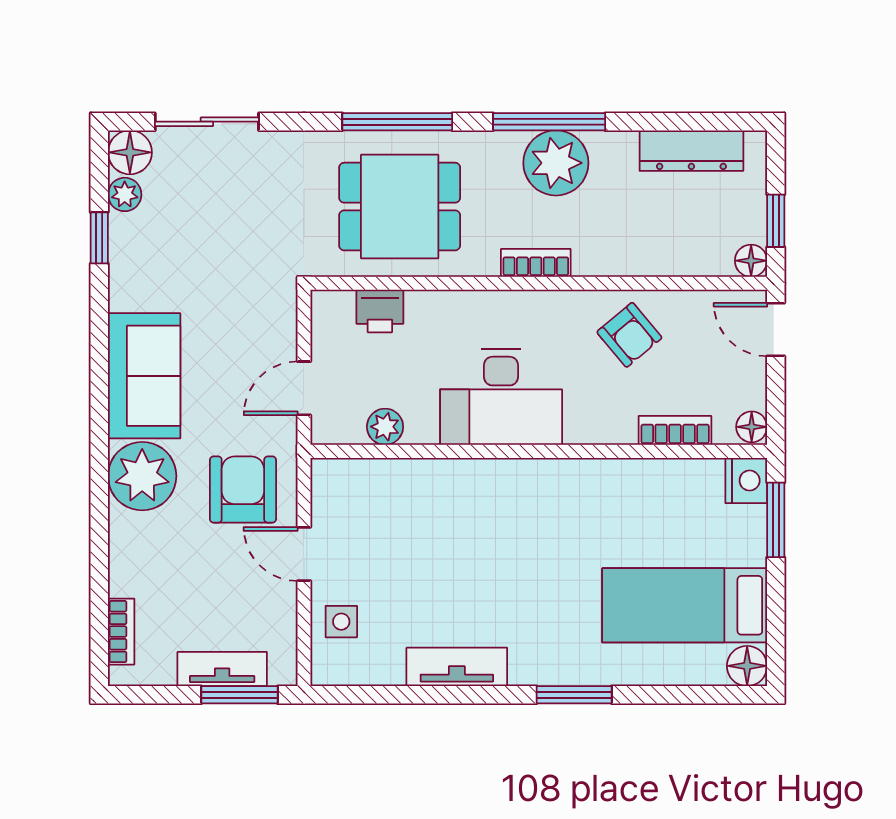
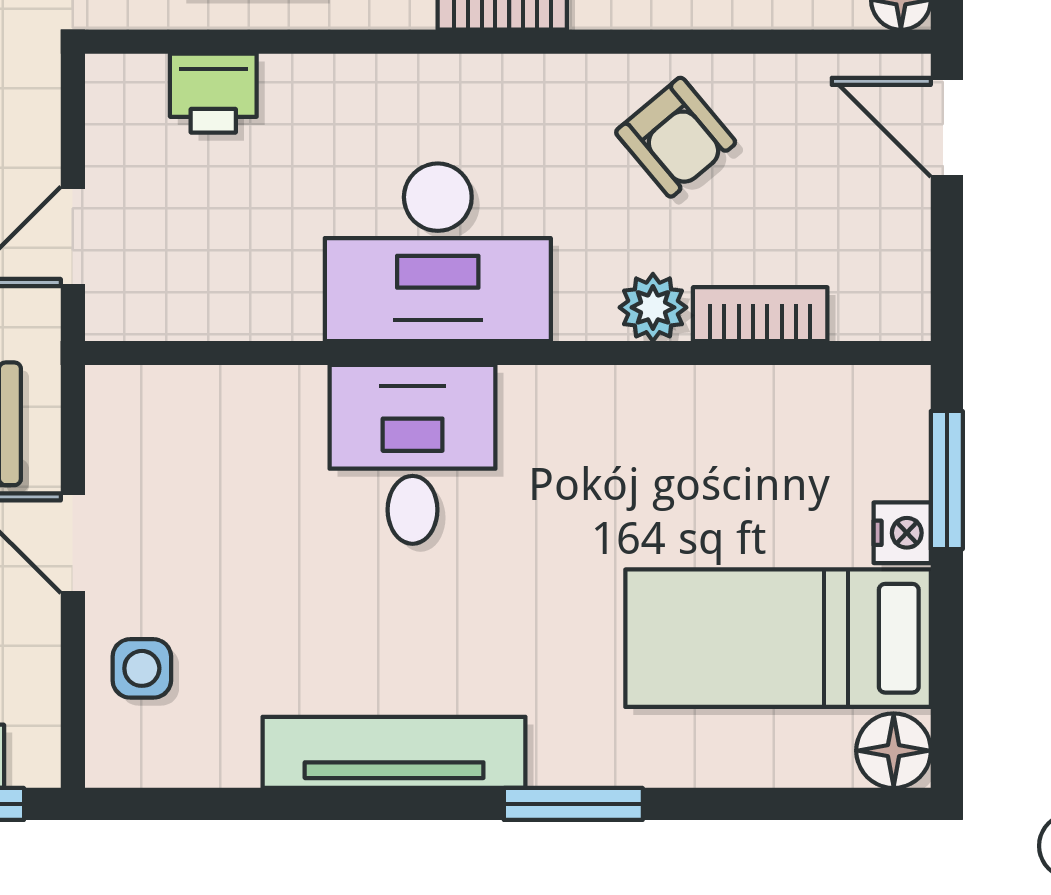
plant: (385, 427) -> (653, 307), moved
floor lamp: (752, 427) -> (902, 308), removed
nightstand: (746, 481) -> (902, 533), moved, width x0.72, depth x0.74
desk: (487, 506) -> (413, 454), added
tv unit: (457, 667) -> (394, 752), width x1.41

